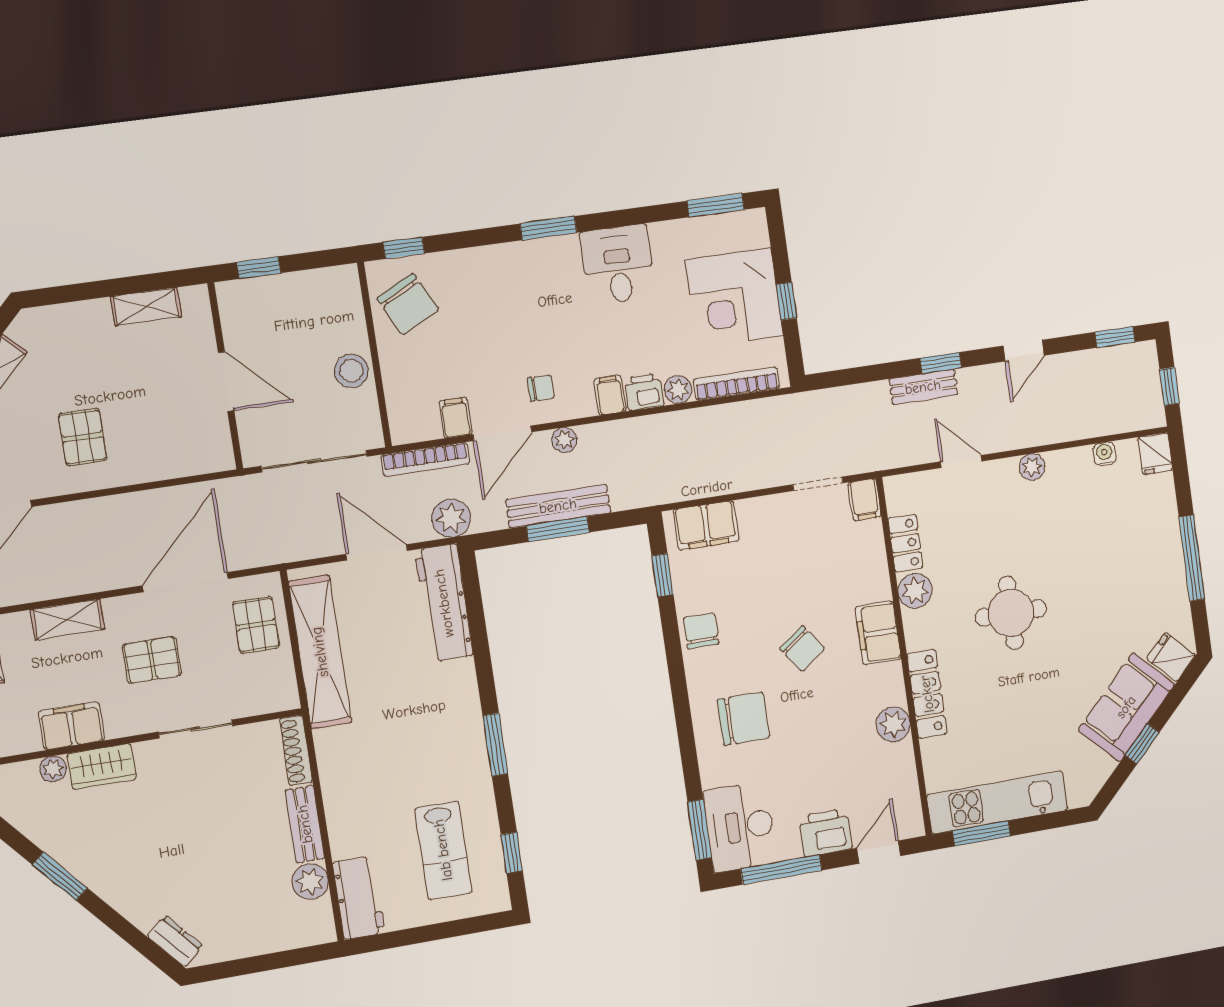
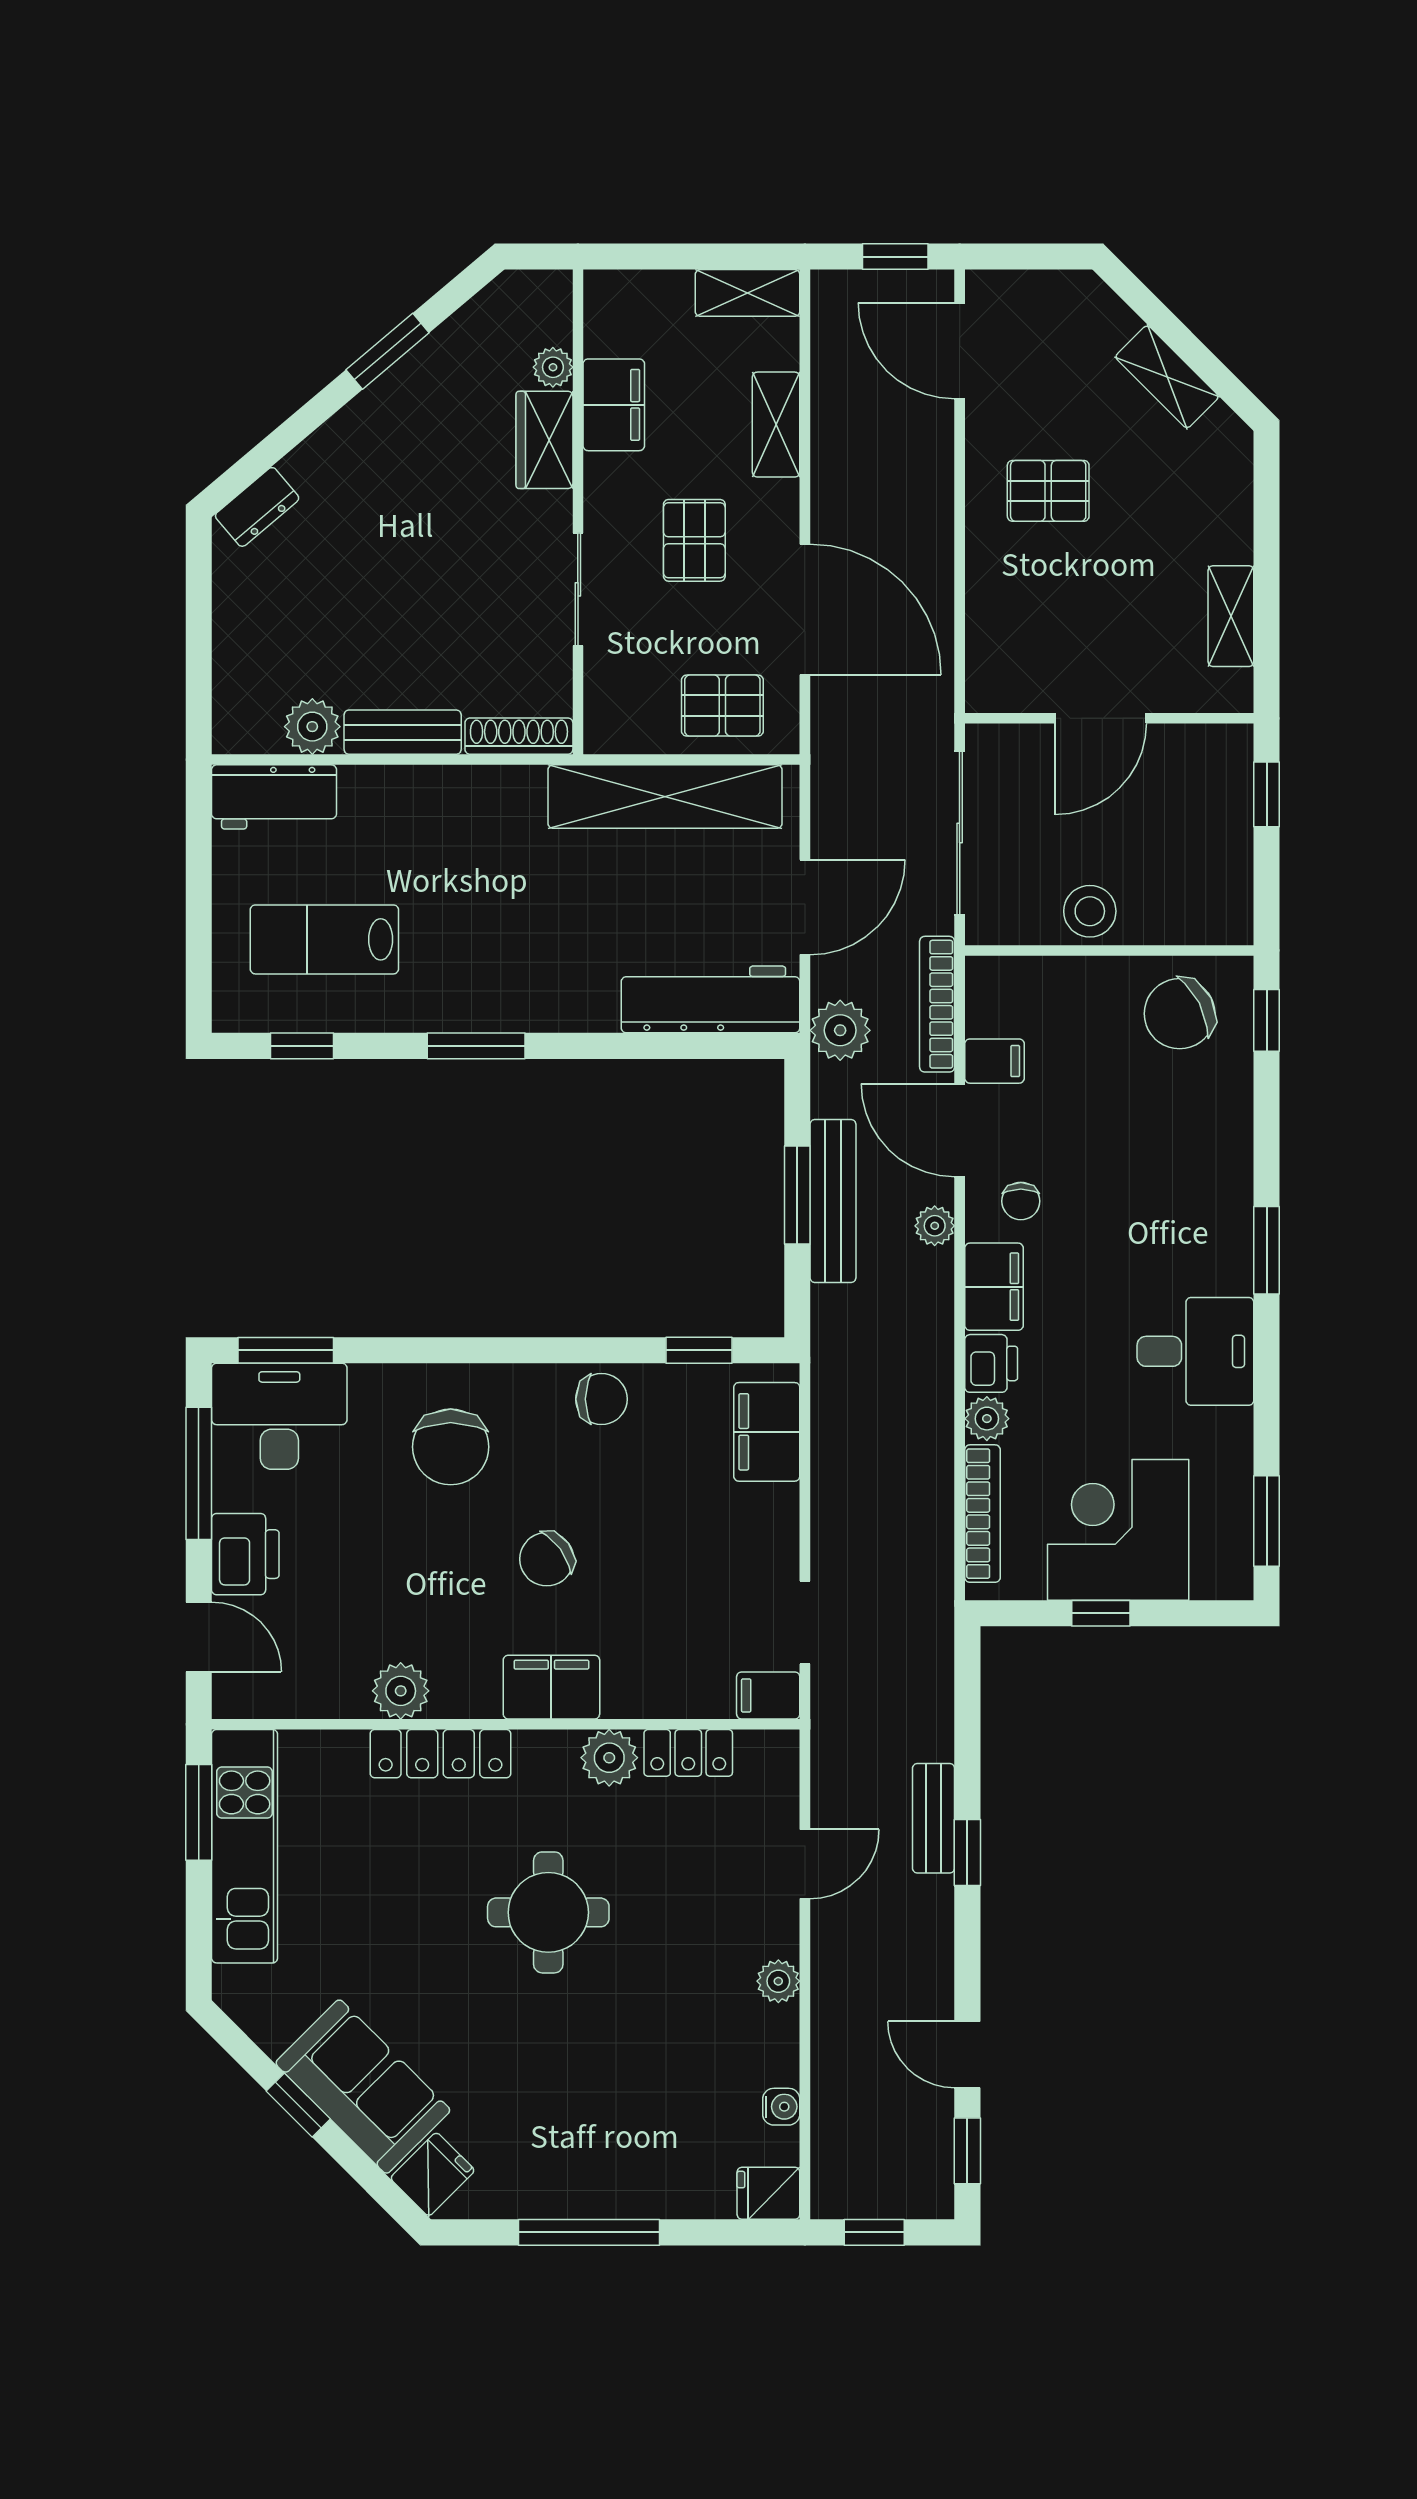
door: (1024, 351) -> (967, 2055), moved
filing cabinet: (610, 395) -> (994, 1287), width x2.00

